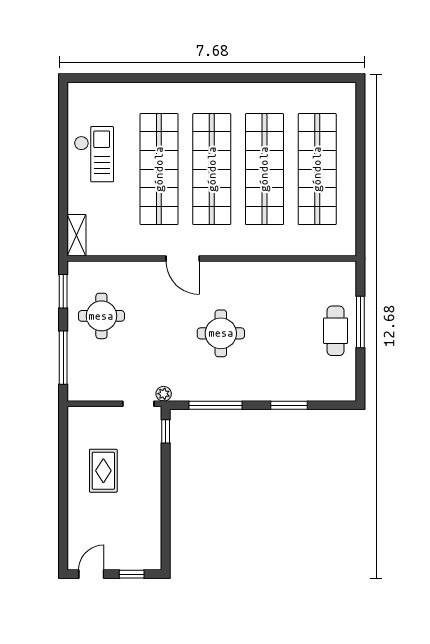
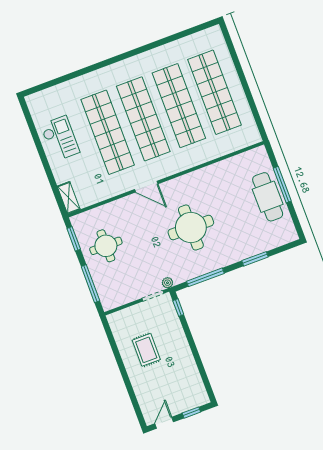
cafe table: (336, 331) -> (268, 197), width x1.37, depth x1.35
round table: (221, 333) -> (191, 228), width x1.36, depth x1.36

